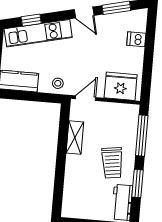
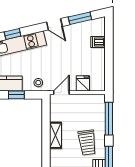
fridge: (121, 86) -> (83, 83), width x0.53, depth x0.75
window: (29, 96) -> (16, 95), added
shelving: (75, 138) -> (56, 135), moved

